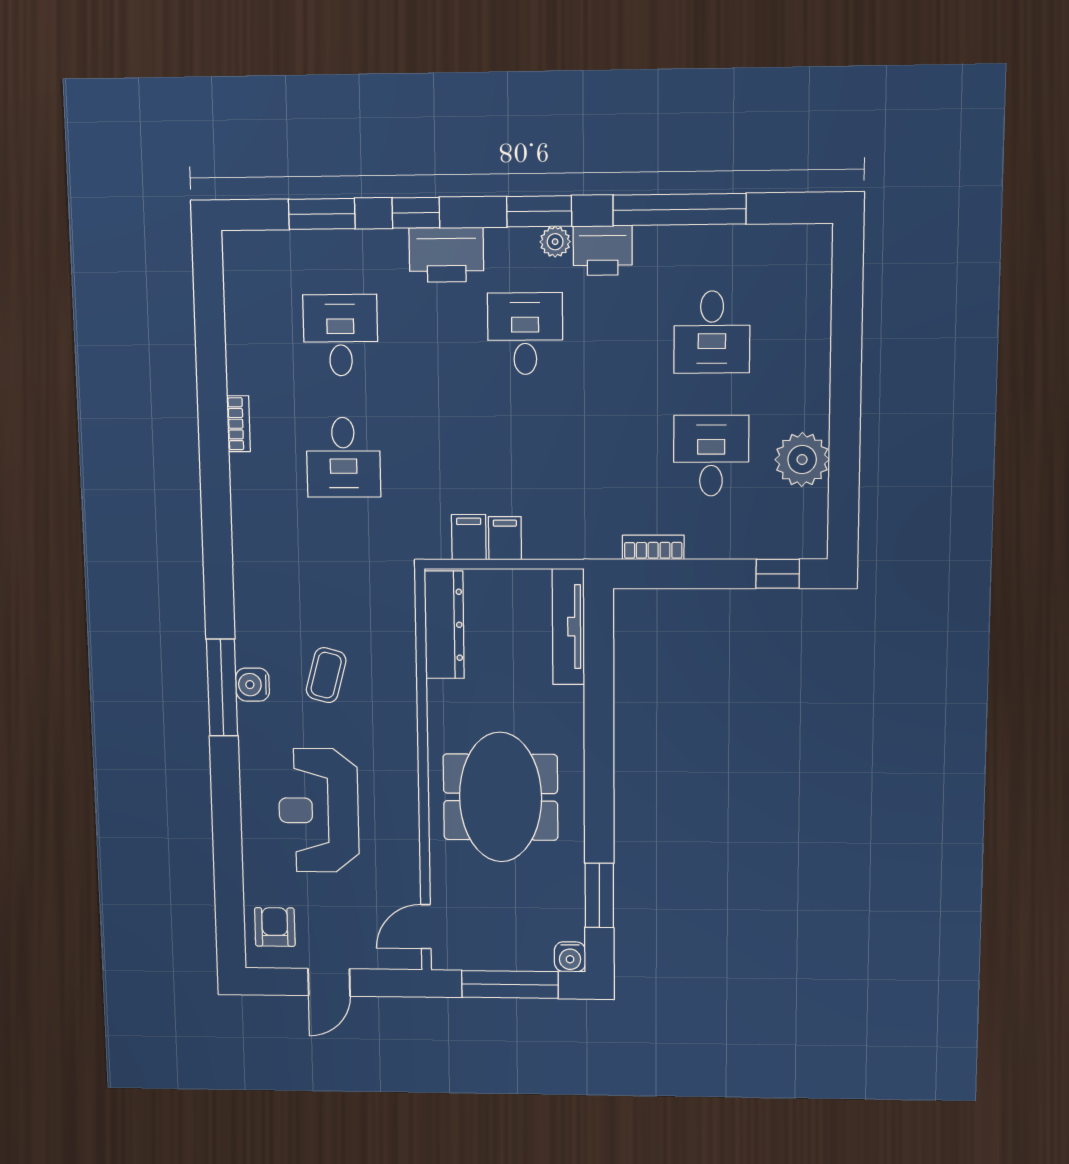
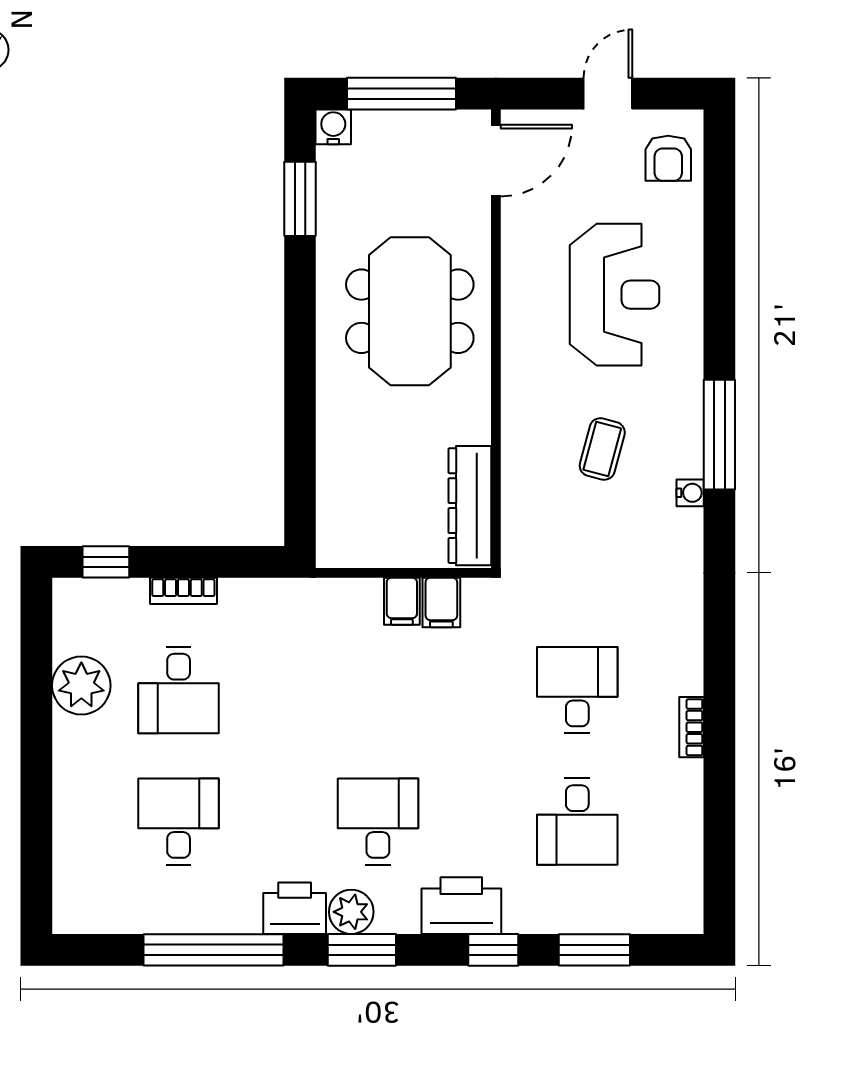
plant: (555, 242) -> (351, 912), width x1.38, depth x1.38
desk: (525, 334) -> (378, 822), turned 180
bookcase: (653, 547) -> (183, 591), moved
tv unit: (568, 627) -> (333, 504), removed
water cooler: (253, 685) -> (690, 493), moved, width x0.72, depth x0.72
door: (426, 927) -> (496, 161), width x1.38

